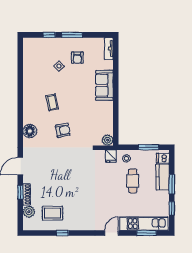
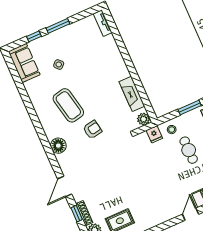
armchair: (77, 58) -> (74, 47), removed
sofa: (104, 85) -> (24, 63), moved, turned 180
coffee table: (52, 102) -> (68, 105), width x1.86, depth x1.72
fireplace: (107, 116) -> (132, 94), added

